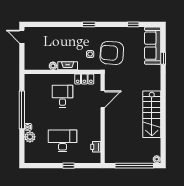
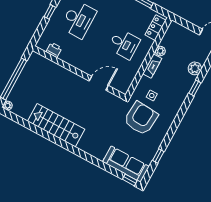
window: (89, 24) -> (195, 88), moved
plant: (52, 33) -> (195, 68), added
window: (163, 58) -> (130, 180), moved
locker: (84, 79) -> (156, 28), moved
door: (103, 99) -> (99, 83), swing flipped

